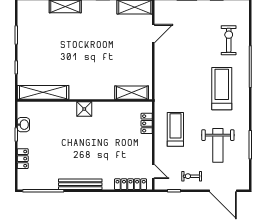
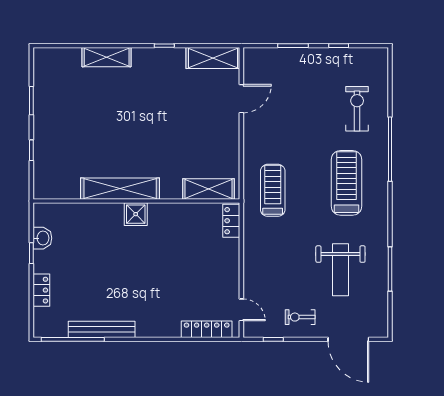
shelving: (43, 92) -> (120, 189), moved
locker: (147, 123) -> (231, 221), moved
treadmill: (175, 129) -> (273, 190), moved
bench: (80, 184) -> (102, 329), moved

